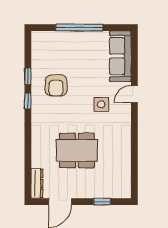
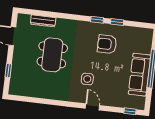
window: (134, 48) -> (130, 111), added
sofa: (120, 56) -> (140, 75), moved, turned -90
dresser: (37, 183) -> (43, 21), moved

